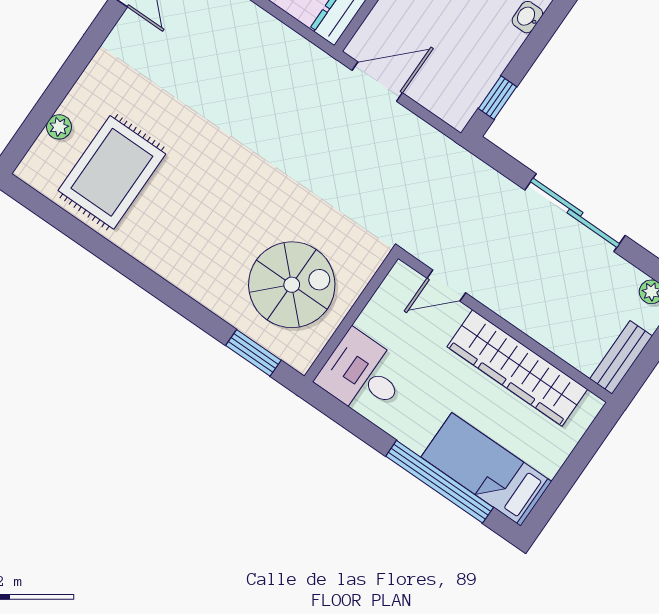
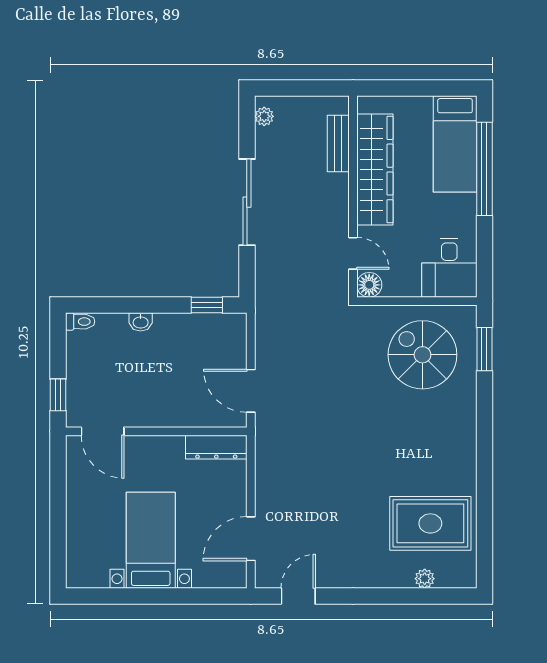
floor lamp: (402, 280) -> (369, 285), added
bench: (621, 357) -> (338, 144), moved, turned 90

